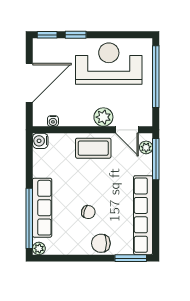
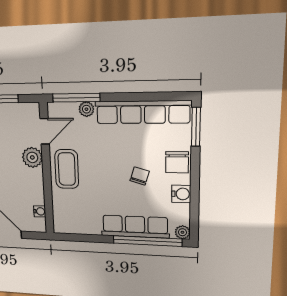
water cooler: (40, 141) -> (181, 194), moved, turned -90
plant: (146, 147) -> (86, 109), moved

